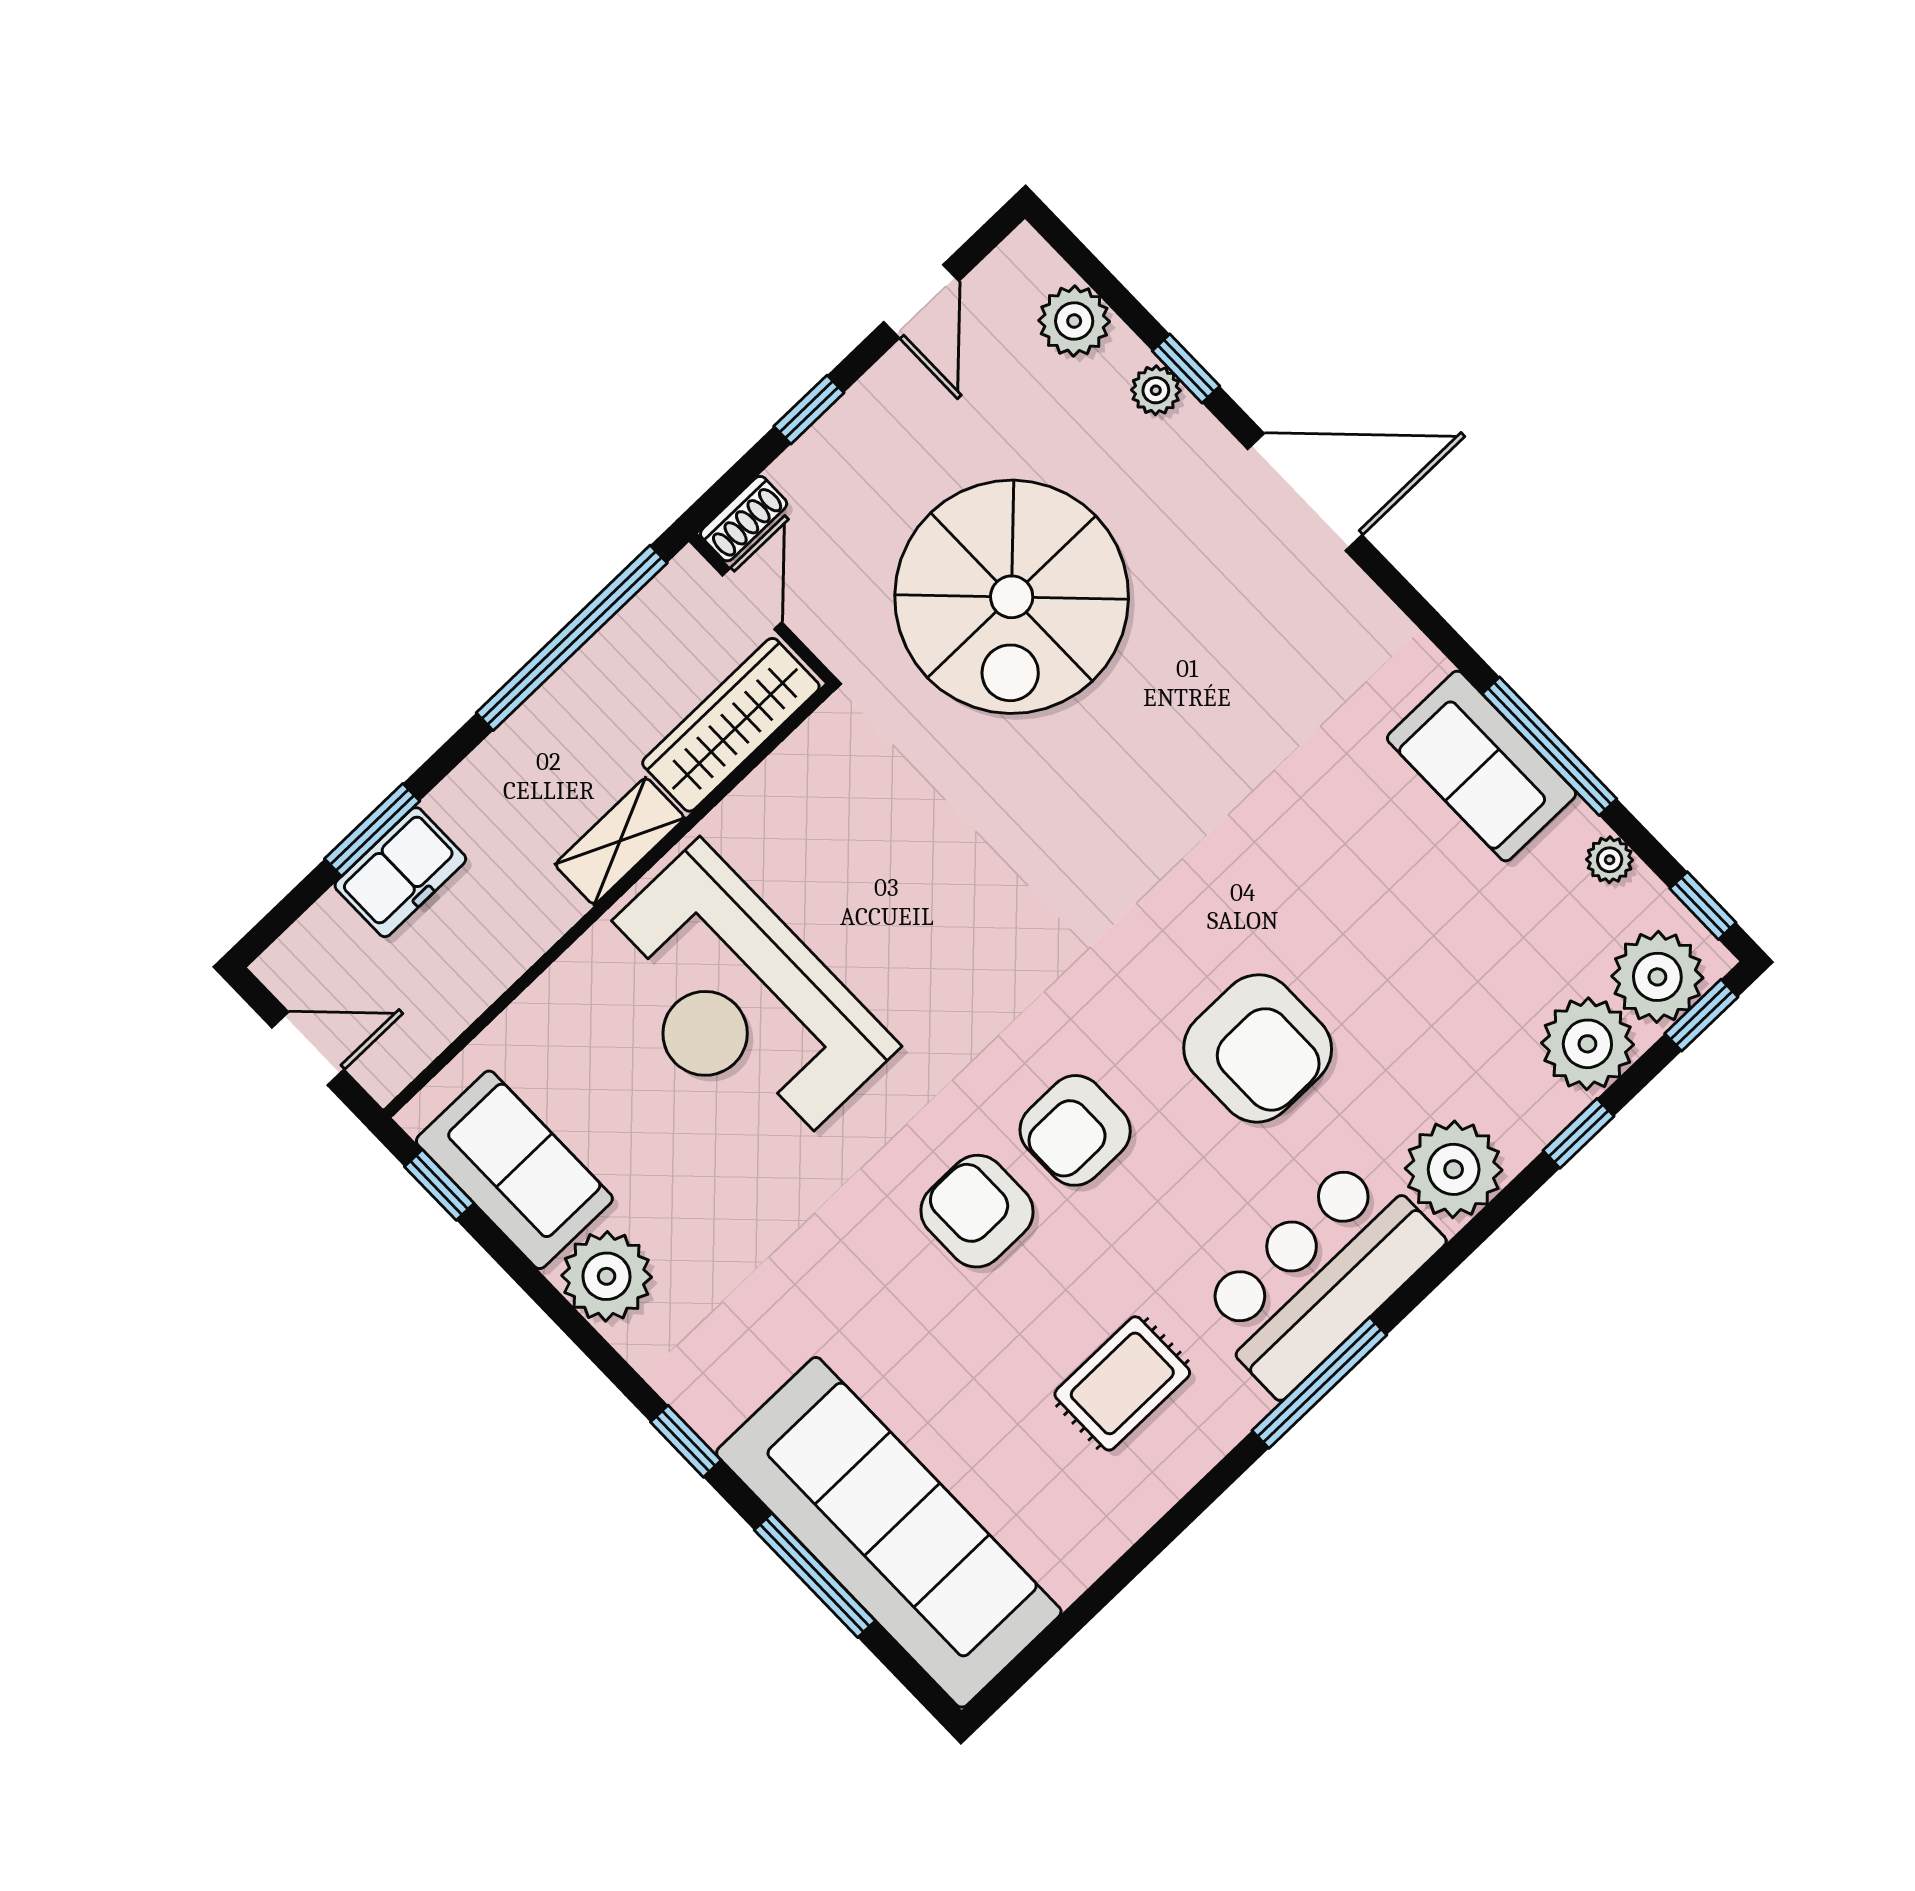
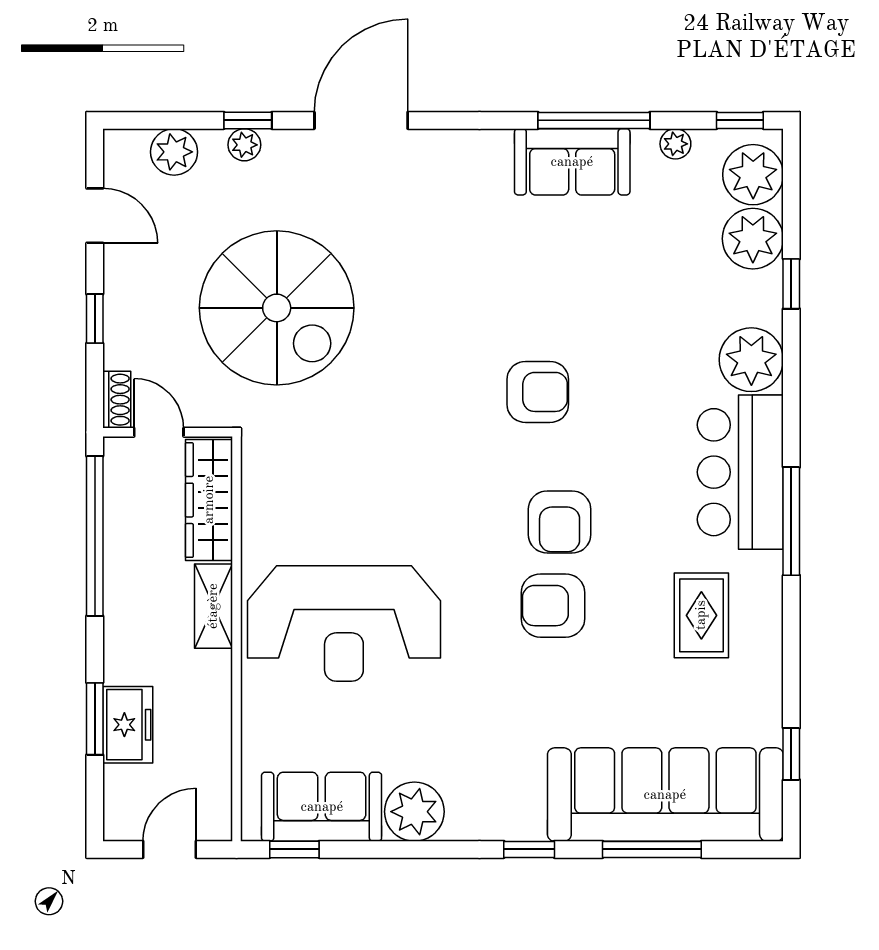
window: (1701, 1015) -> (791, 754), moved
armchair: (1258, 1048) -> (538, 392), moved, width x0.73, depth x0.73

